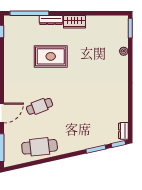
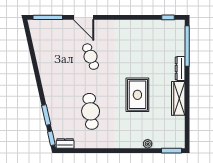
wardrobe: (74, 22) -> (178, 98), width x1.50
rug: (51, 56) -> (137, 95), moved
cafe table: (40, 147) -> (91, 111), moved

